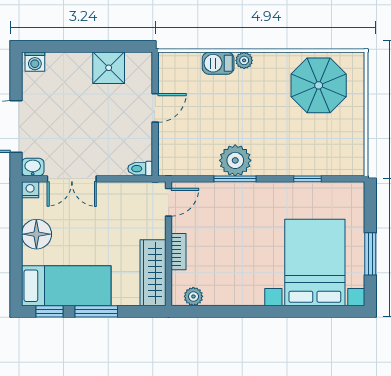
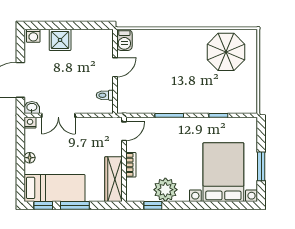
plant: (244, 60) -> (175, 35), removed
barbecue: (218, 63) -> (124, 40), moved, turned -90
shower: (109, 68) -> (60, 40), moved
plant: (235, 160) -> (169, 103), removed
toilet: (140, 169) -> (105, 95), moved
floor lamp: (36, 234) -> (30, 158), width x0.53, depth x0.53
plant: (193, 296) -> (165, 190), moved, width x1.88, depth x1.88
window: (211, 311) -> (153, 205), added

